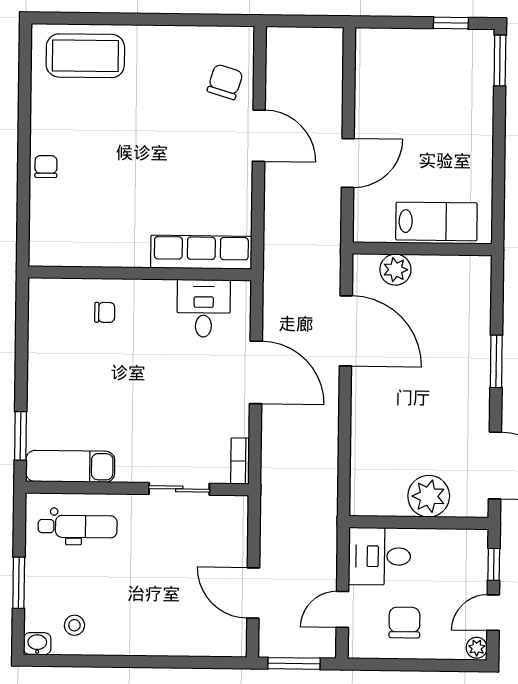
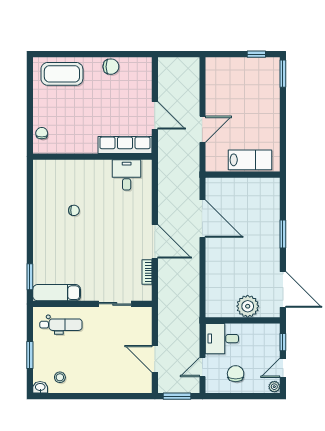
chair: (225, 82) -> (111, 67), moved, turned 73
row of seats: (201, 252) -> (125, 145), moved
plant: (395, 270) -> (229, 186), removed
wall: (140, 273) -> (92, 157), moved
desk: (204, 308) -> (127, 175), moved
bookcase: (240, 461) -> (147, 272), moved

